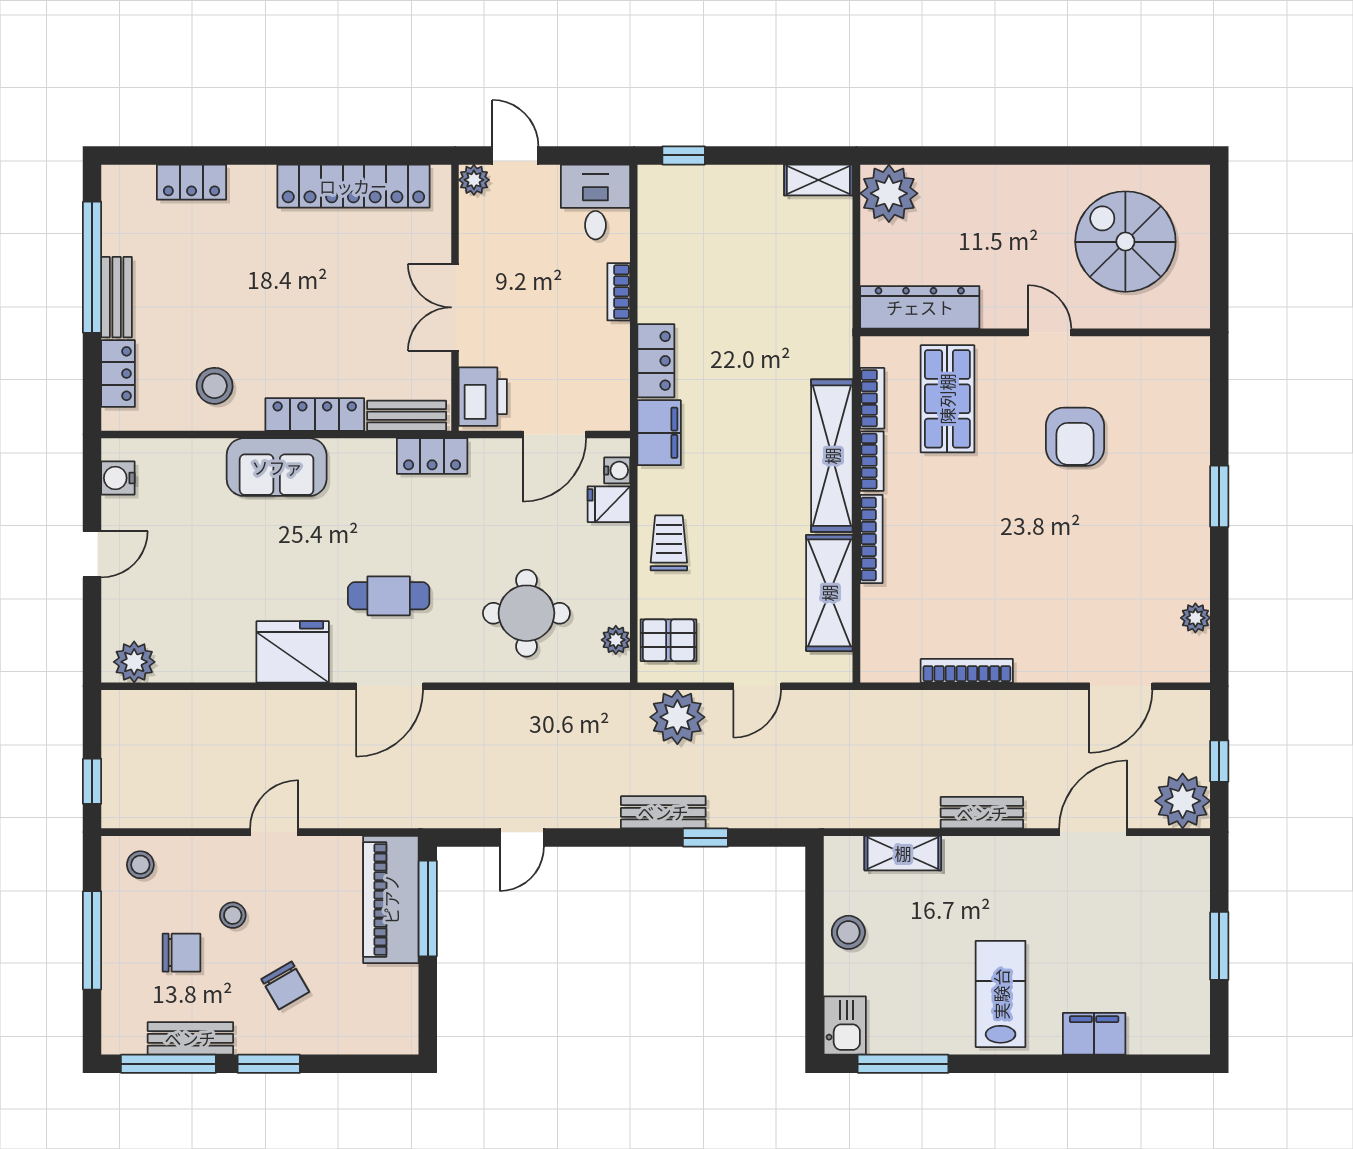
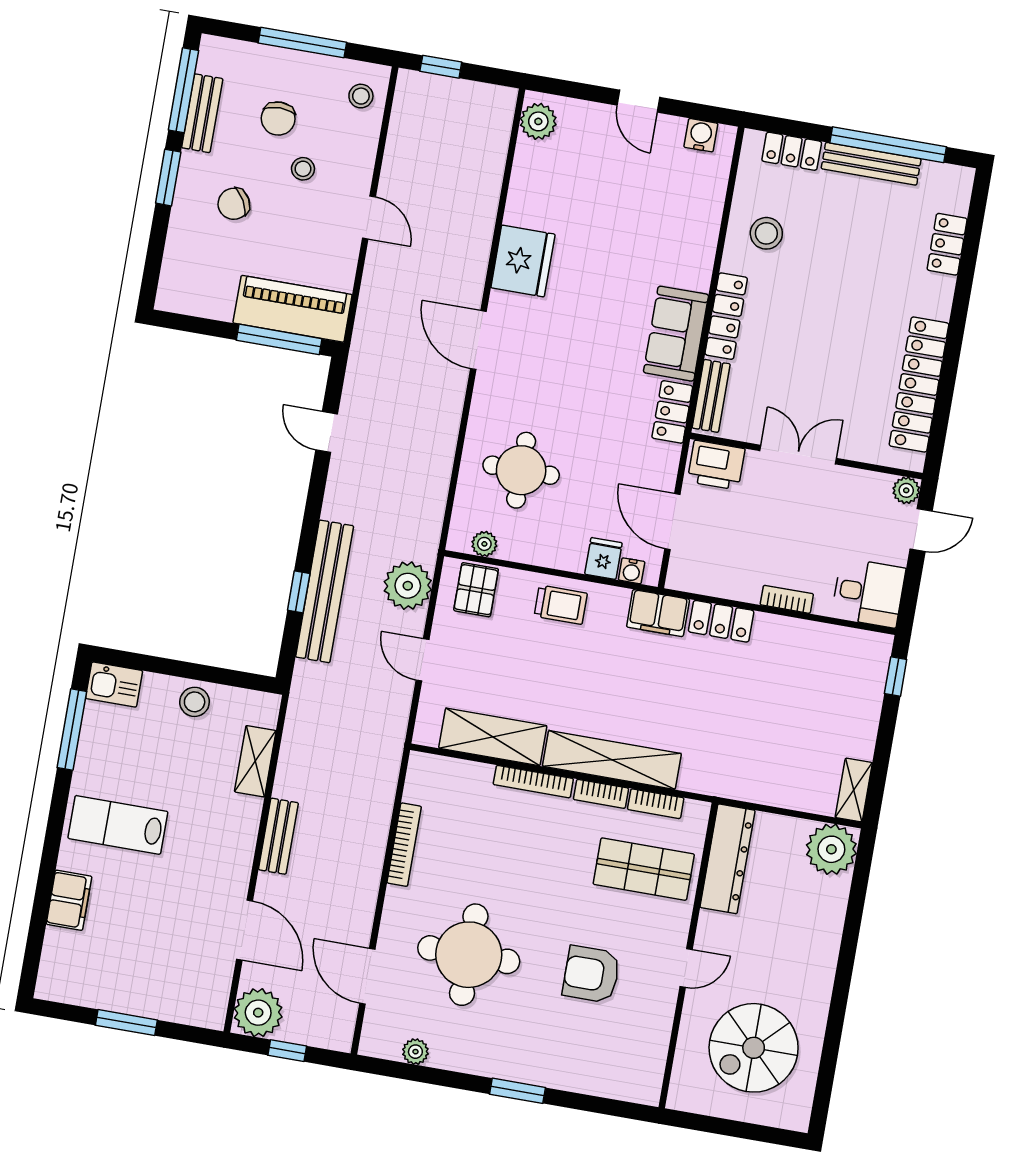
spiral stairs: (1125, 242) -> (754, 1048), turned 180
bench: (117, 297) -> (871, 164), width x1.36
sofa: (277, 467) -> (676, 334), moved
round table: (1077, 577) -> (469, 955), added
cafe table: (389, 596) -> (557, 353), removed
bench: (663, 812) -> (325, 591), width x1.86, depth x1.21
lab bench: (1001, 994) -> (118, 825), turned 180

